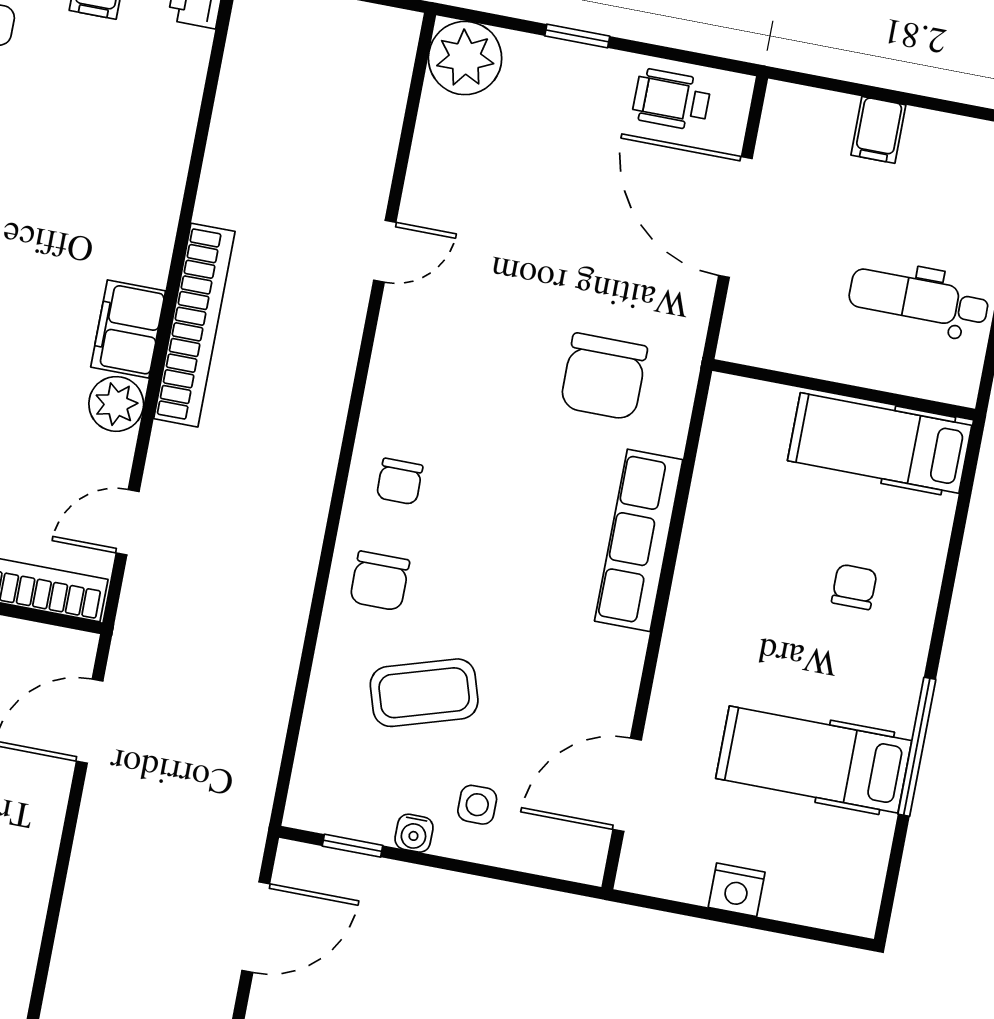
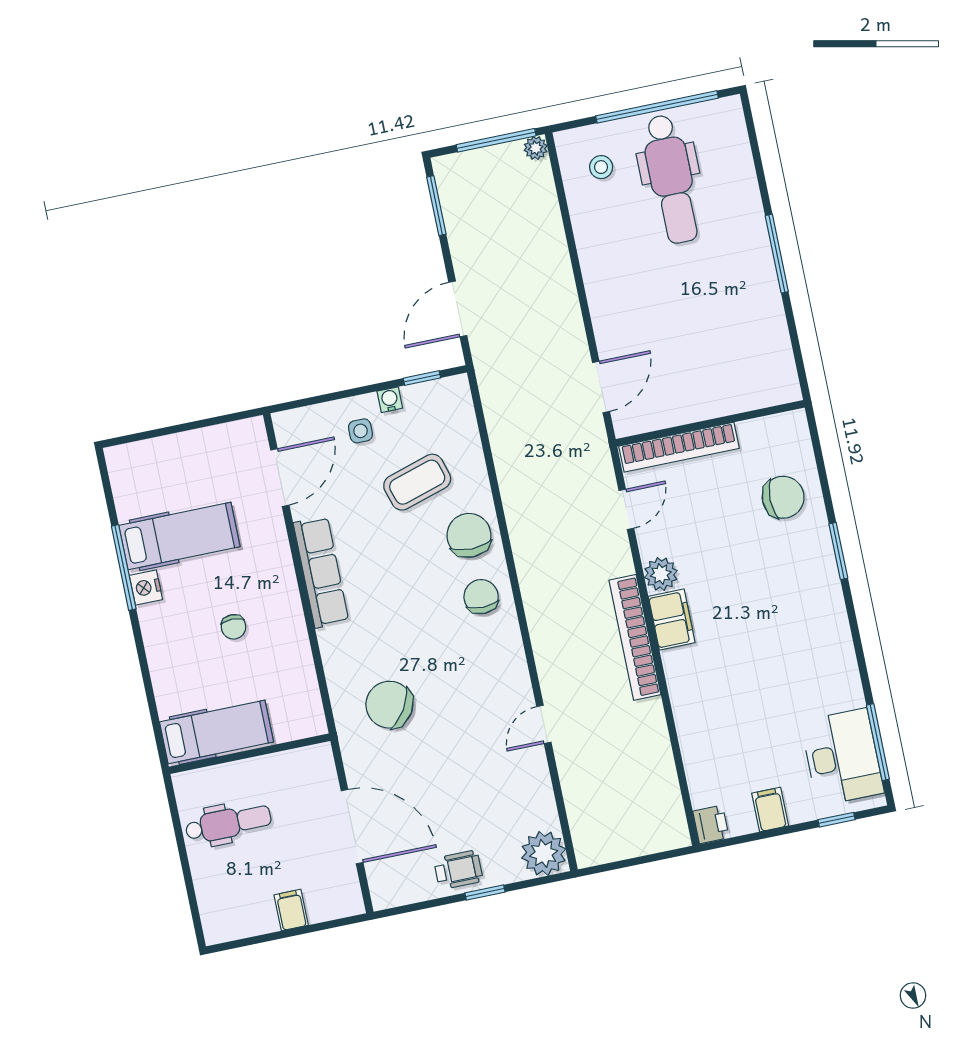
wheelchair: (672, 100) -> (458, 870), moved
chair: (604, 377) -> (389, 705), turned -58
chair: (400, 481) -> (481, 597), width x1.37, depth x1.37
row of seats: (639, 540) -> (321, 572), moved
chair: (380, 581) -> (469, 535), width x1.37, depth x1.37
chair: (854, 587) -> (233, 627), moved
nightstand: (737, 890) -> (146, 587), moved, turned -90

